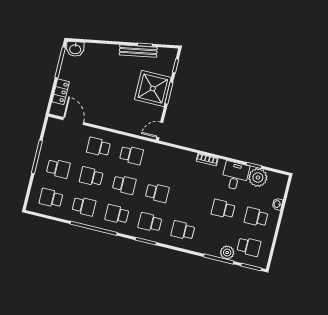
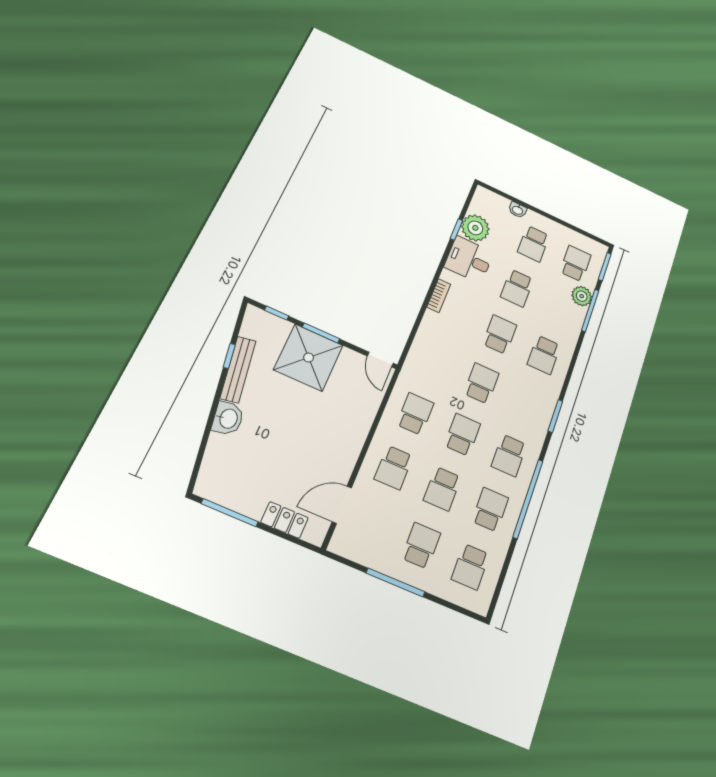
washbasin: (75, 49) -> (228, 418), moved
school desk: (150, 222) -> (500, 335), moved, turned 180

